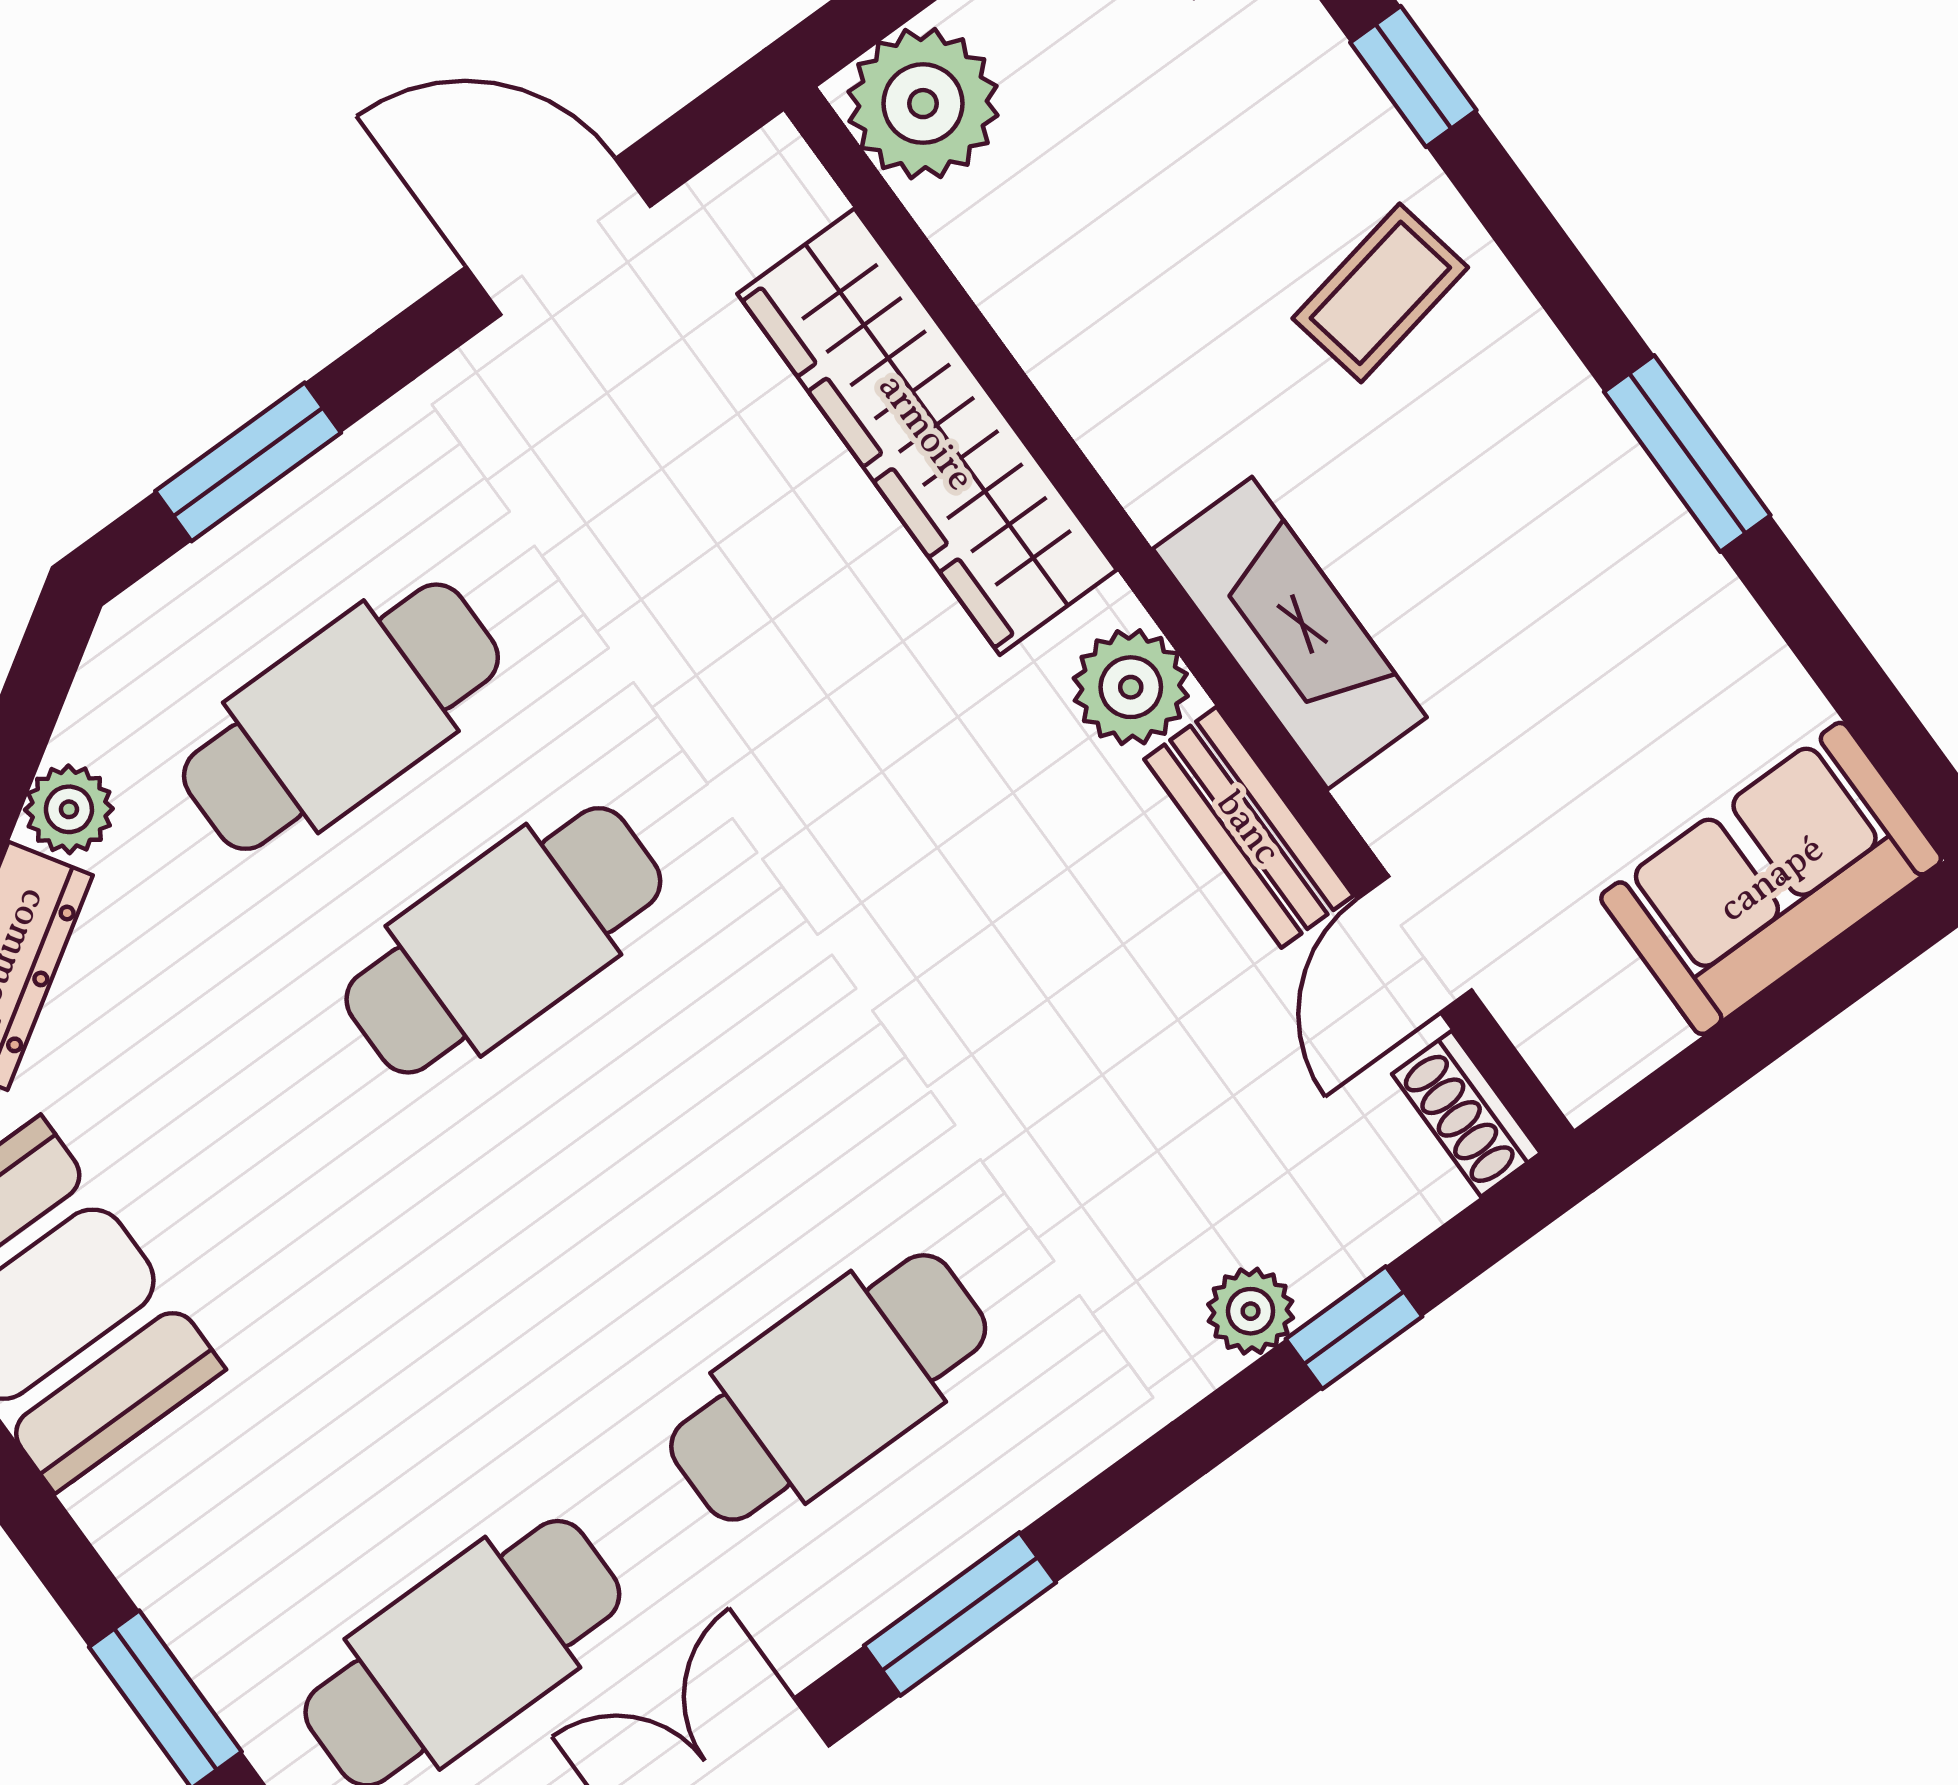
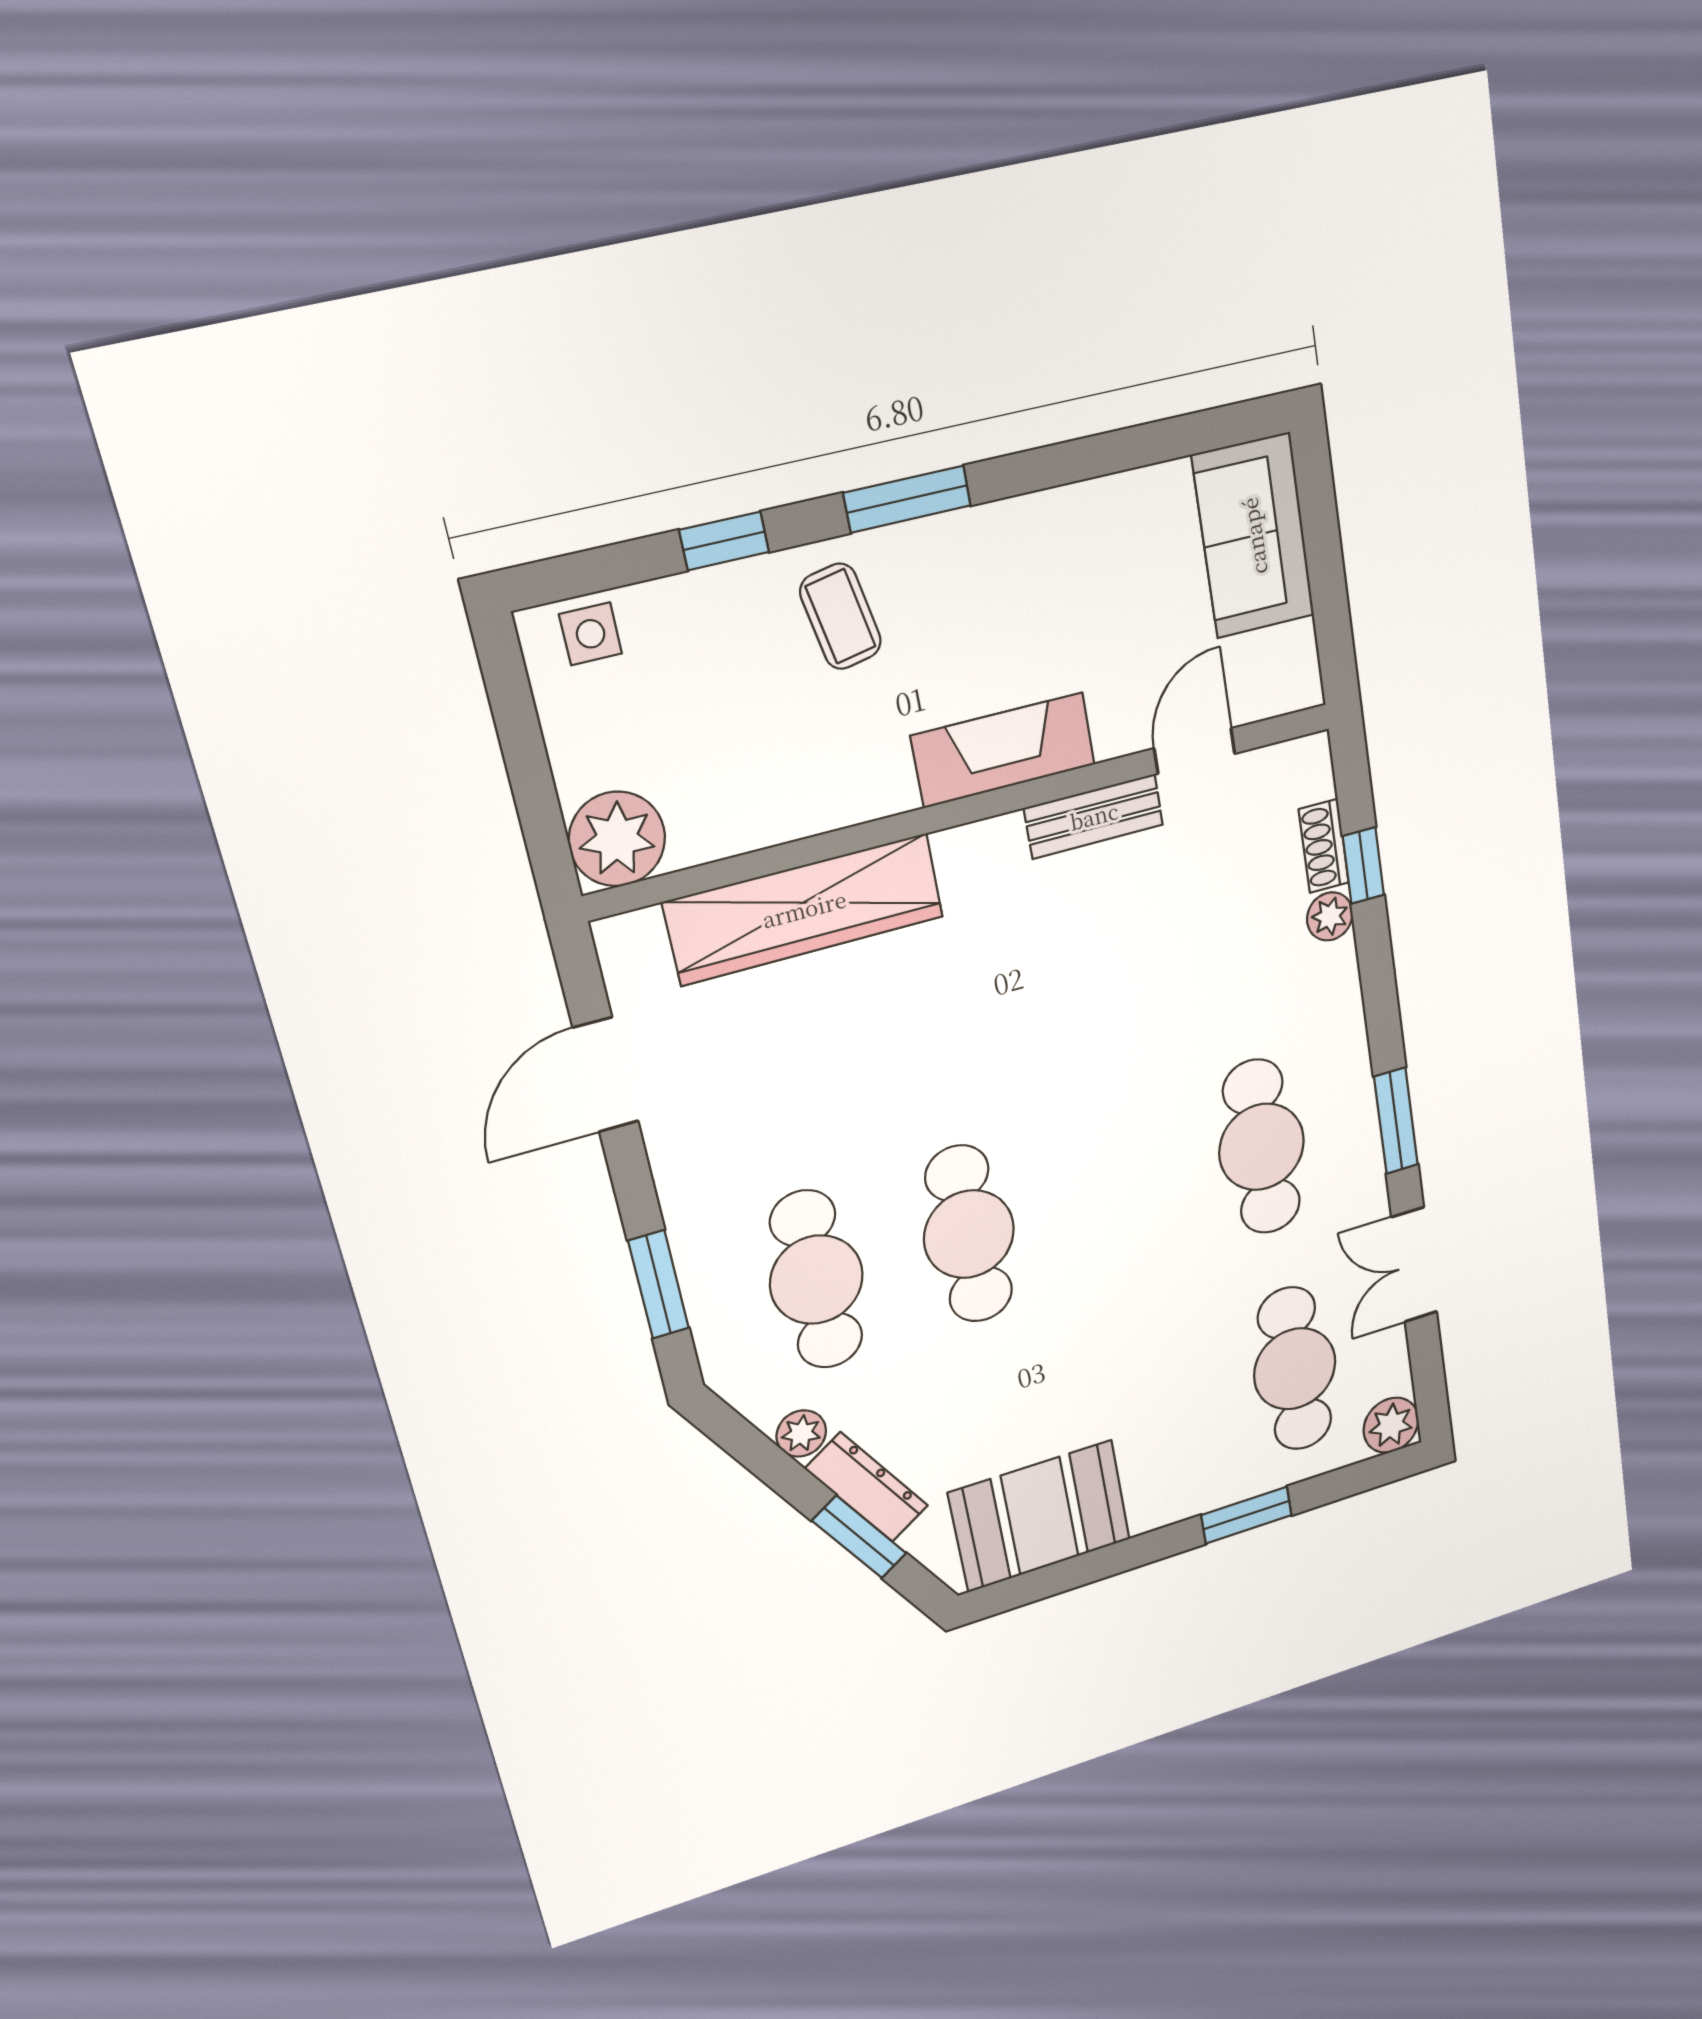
window: (1687, 453) -> (907, 499), moved
plant: (1131, 687) -> (992, 851), removed
door: (1415, 944) -> (1195, 751), swing flipped
shoe rack: (1466, 1114) -> (1324, 846), moved, turned 90

